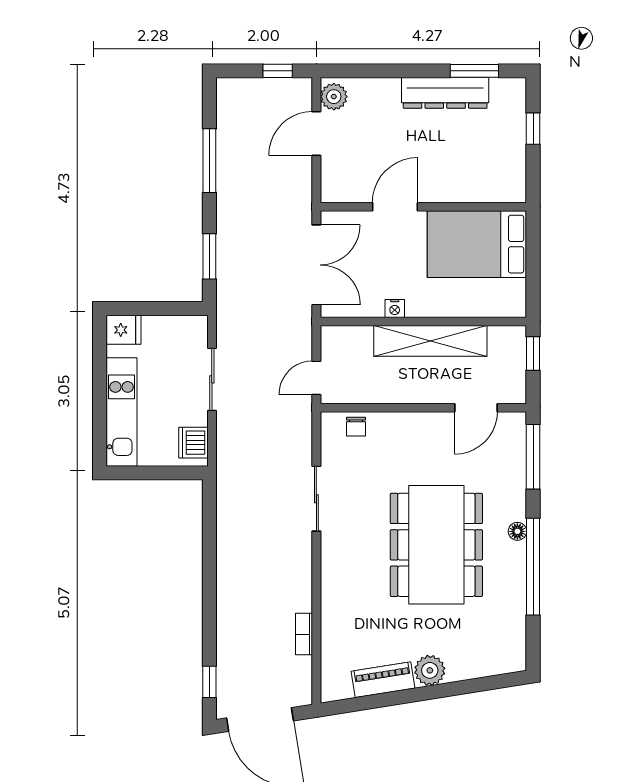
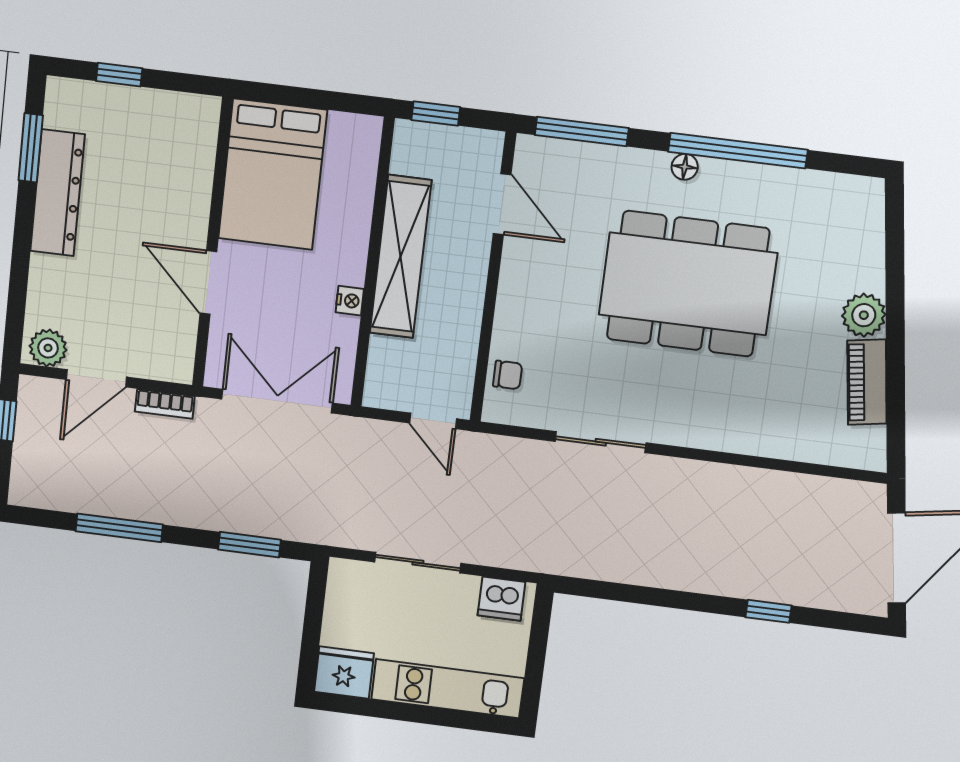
door: (316, 133) -> (96, 378), hinge flipped
fridge: (124, 330) -> (344, 673), width x1.38
bookcase: (304, 634) -> (165, 404), moved
window: (209, 682) -> (769, 611), moved

